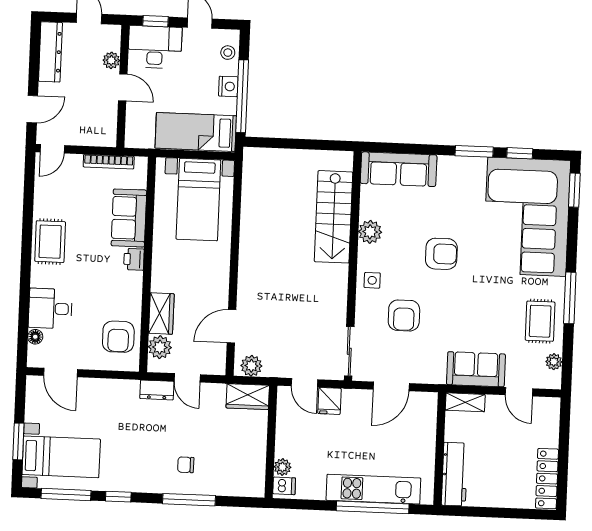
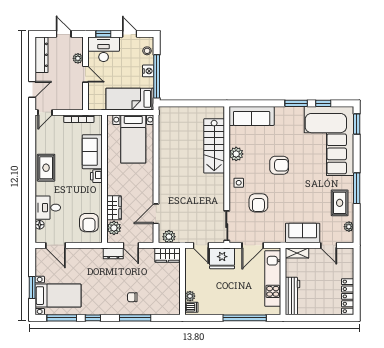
fridge: (329, 401) -> (222, 258), width x1.88, depth x1.34
kitchen unit: (373, 489) -> (273, 279), moved, turned -90

